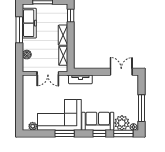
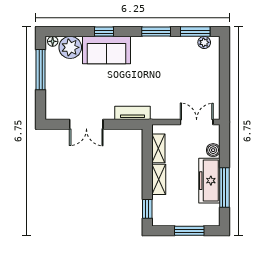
freezer: (29, 23) -> (209, 181), moved
double door: (121, 72) -> (86, 124), moved
double door: (48, 73) -> (197, 122), moved
corner sofa: (59, 115) -> (164, 59), removed
window: (123, 133) -> (195, 32), moved

